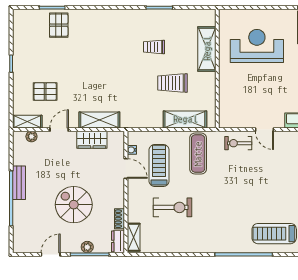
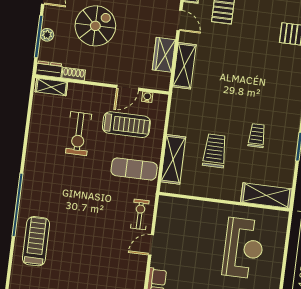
shelving: (207, 49) -> (266, 195), moved

